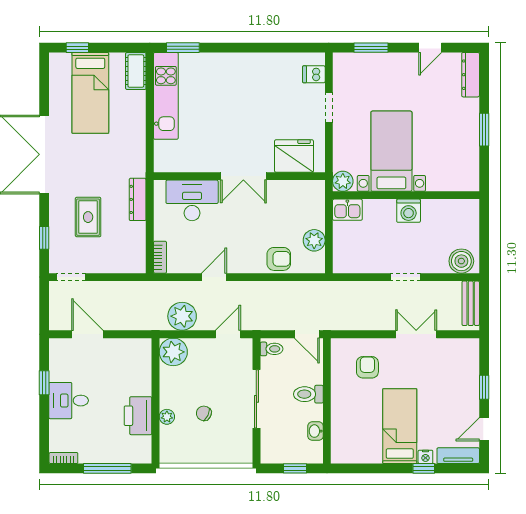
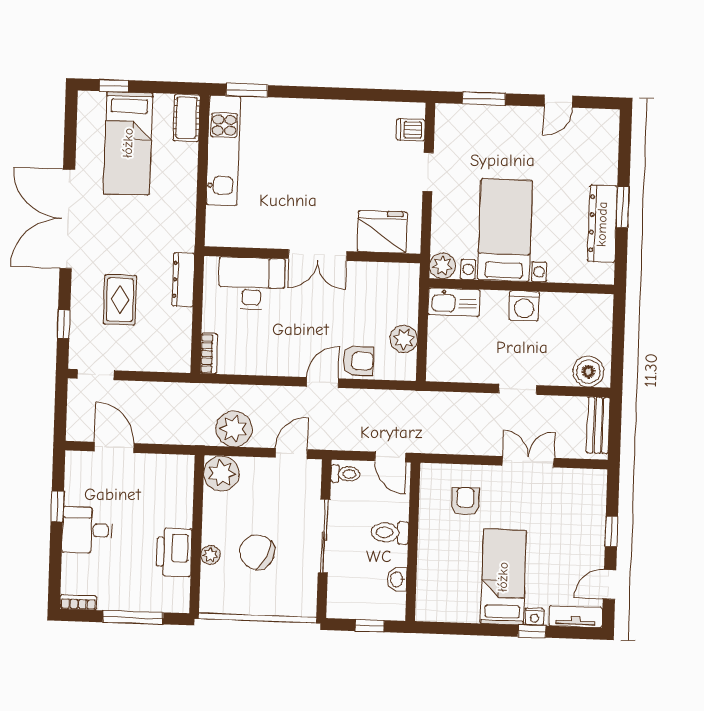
dresser: (471, 75) -> (602, 224), moved, width x1.37, depth x1.24
kitchen sink: (347, 210) -> (454, 302), width x1.38
door: (214, 277) -> (322, 383), moved
chair: (204, 413) -> (257, 552), width x1.87, depth x1.87

